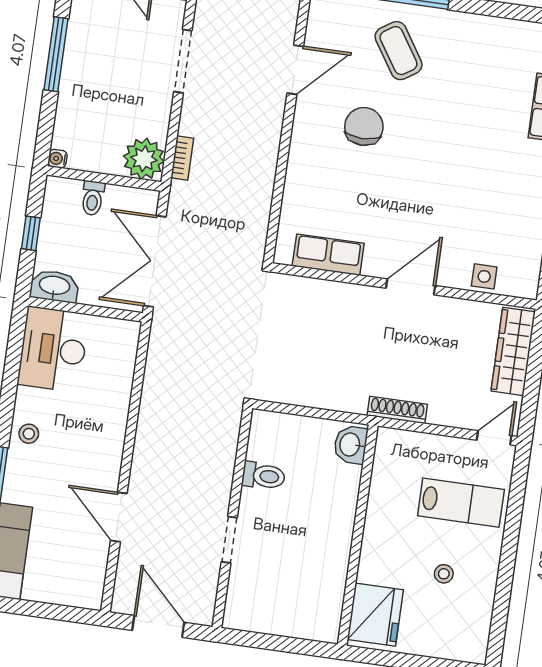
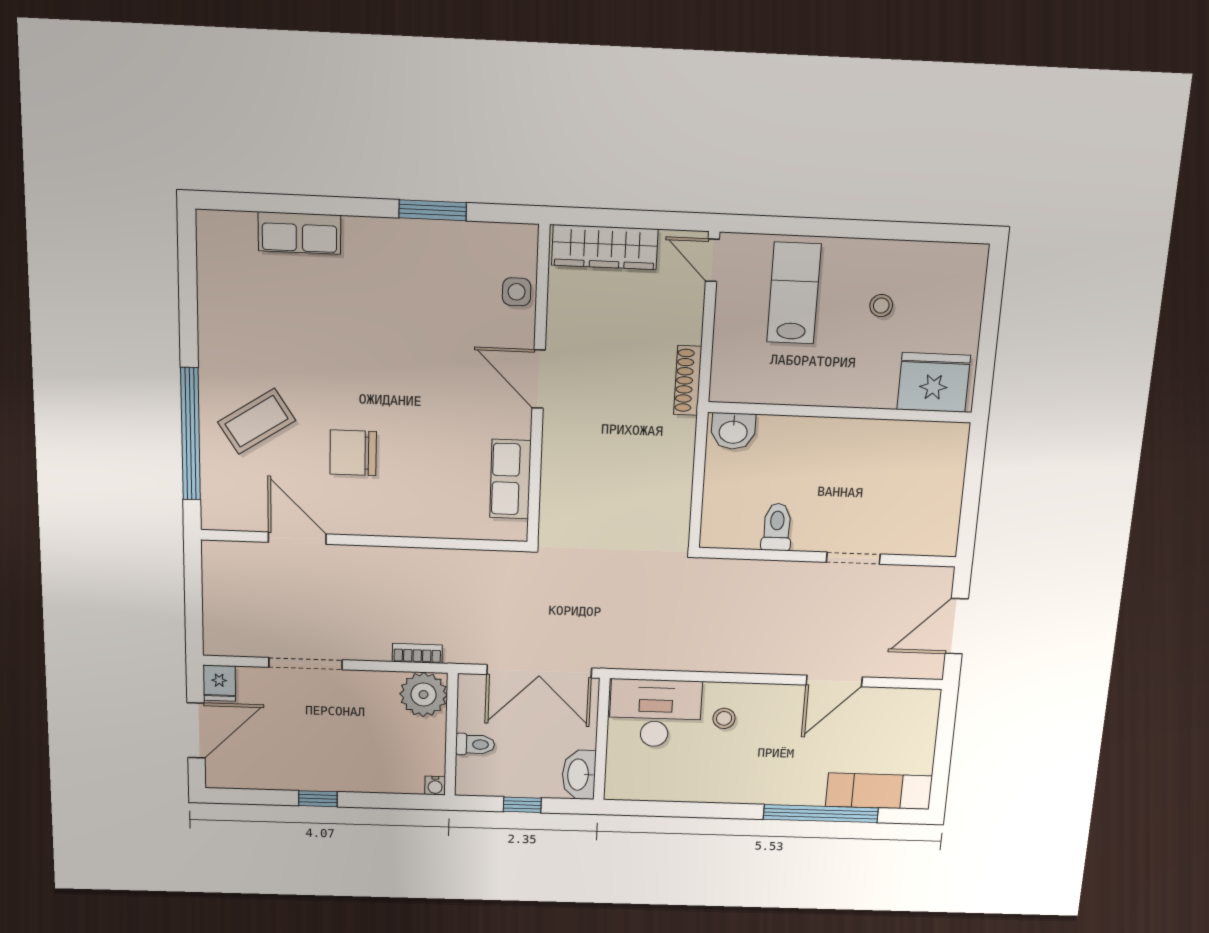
window: (56, 54) -> (318, 799), width x0.46
desk: (53, 349) -> (655, 713), moved, turned 180
stool: (29, 434) -> (724, 718), moved

